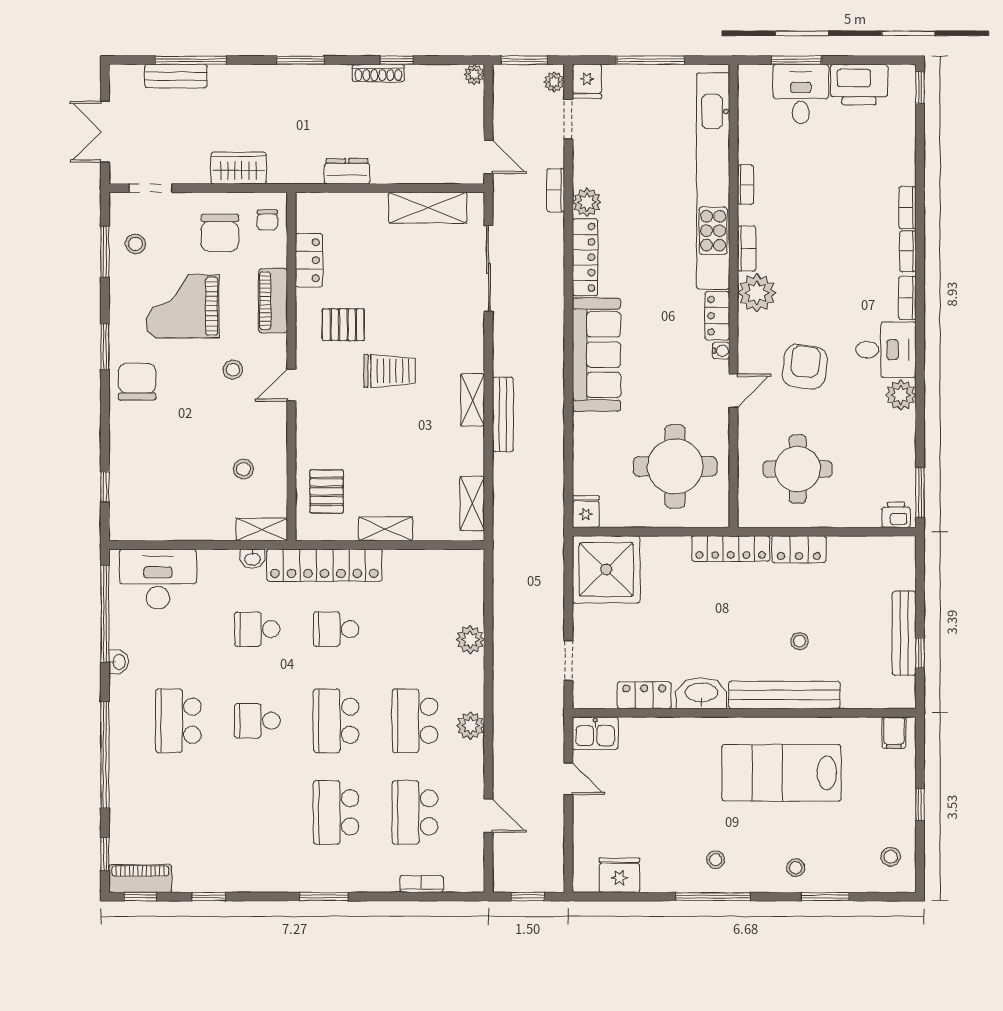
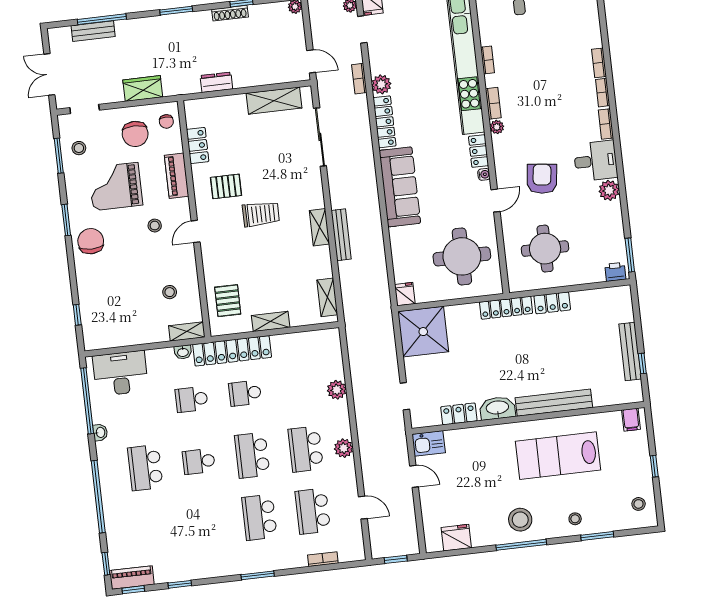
plant: (757, 293) -> (497, 127), width x0.53, depth x0.53
stool: (800, 641) -> (560, 365), removed
stool: (716, 860) -> (520, 520), width x1.89, depth x1.89

